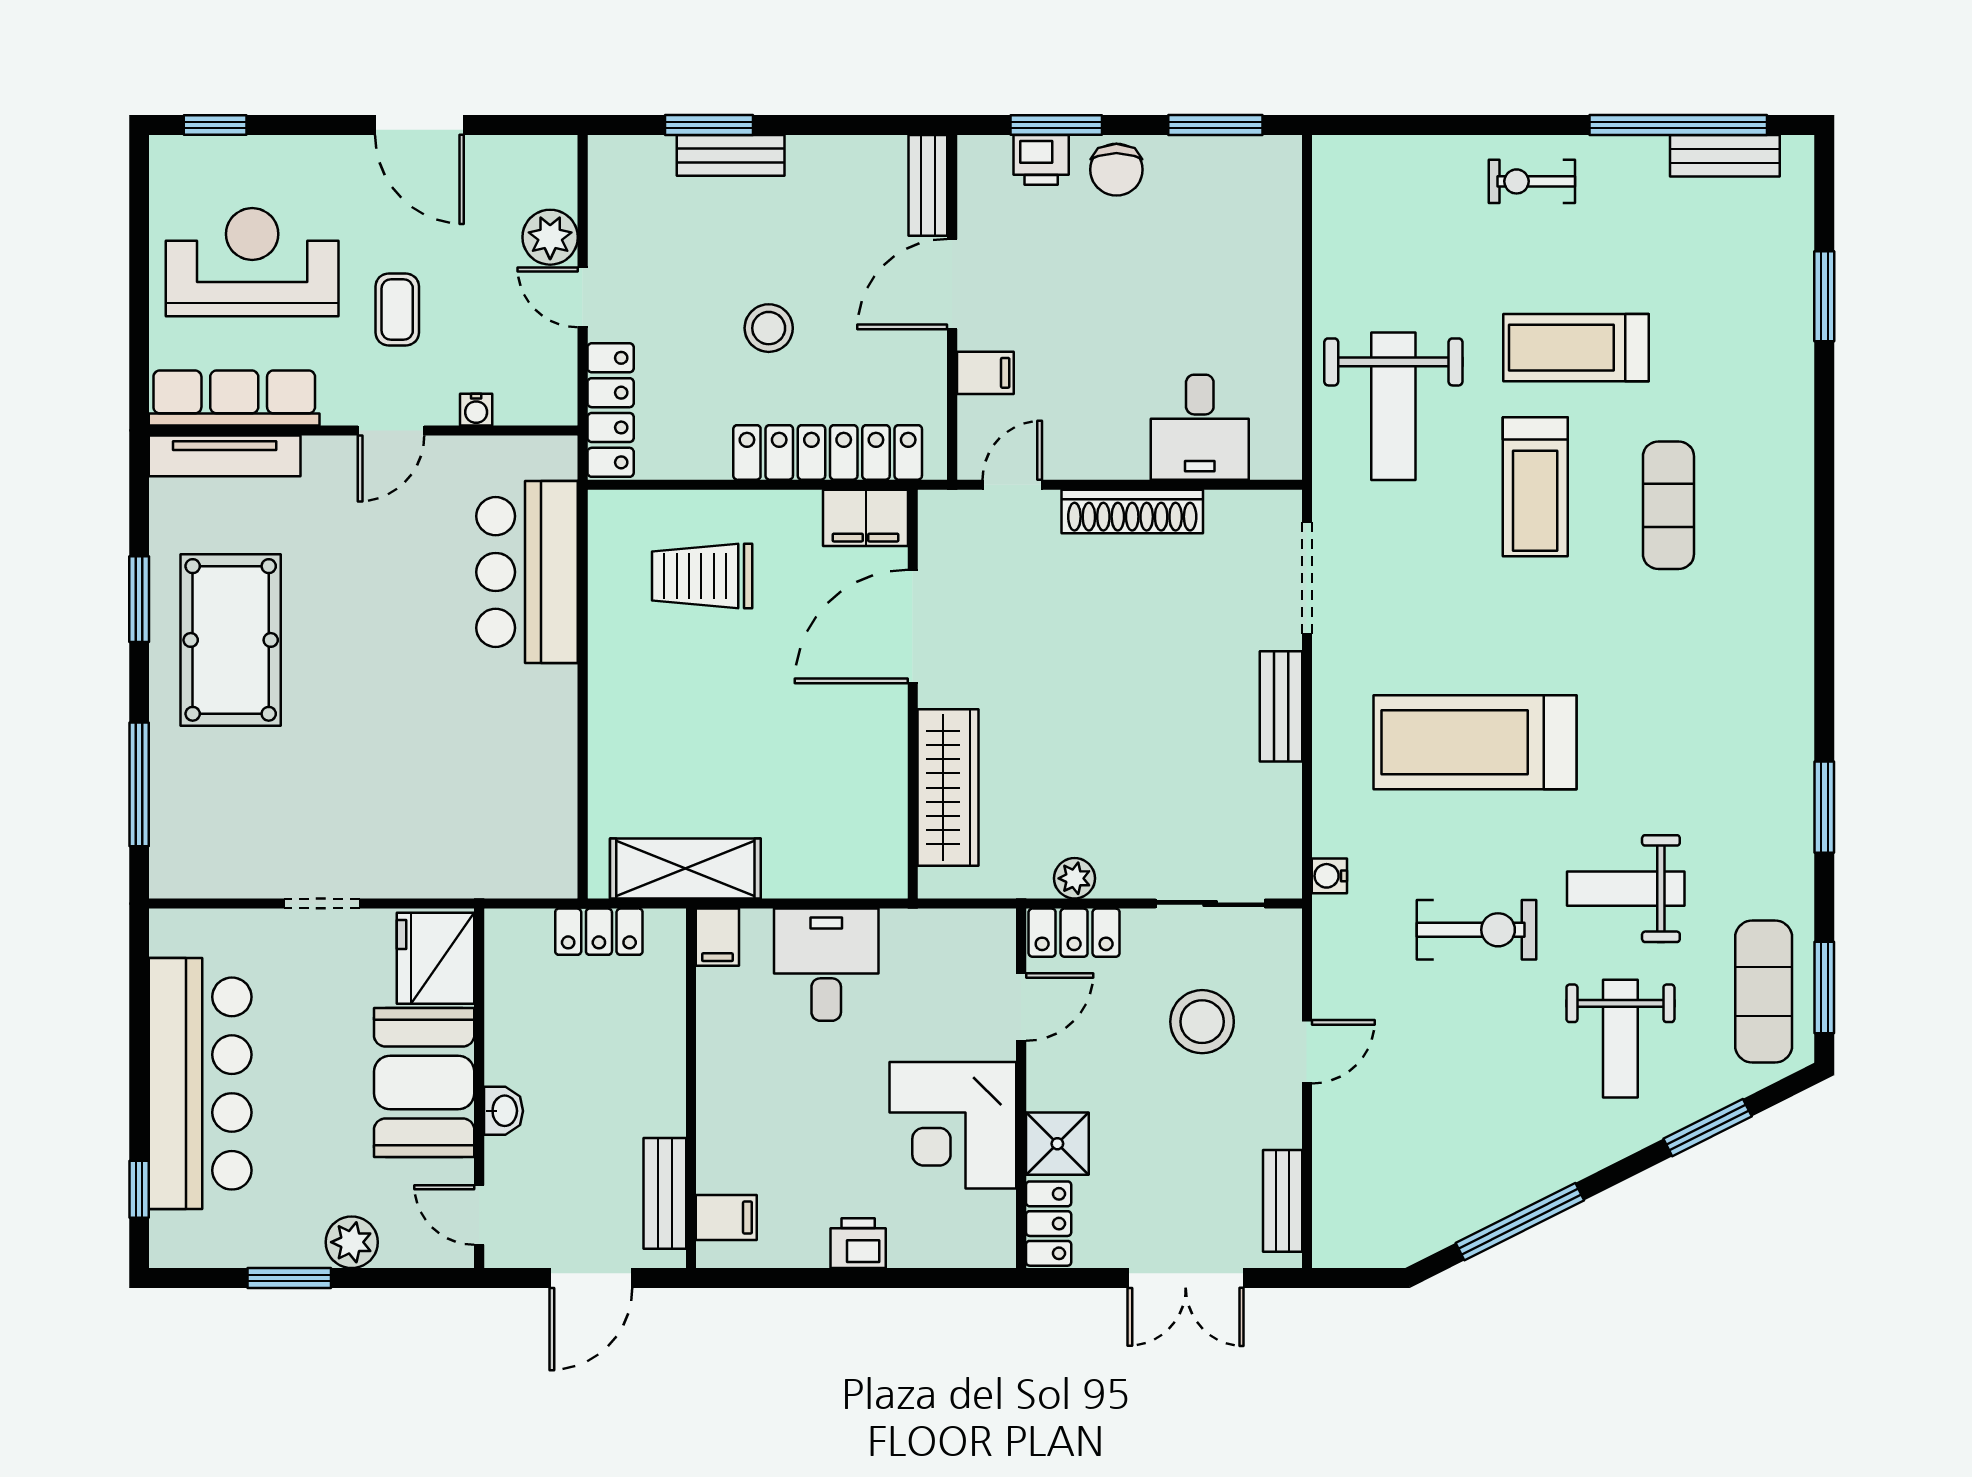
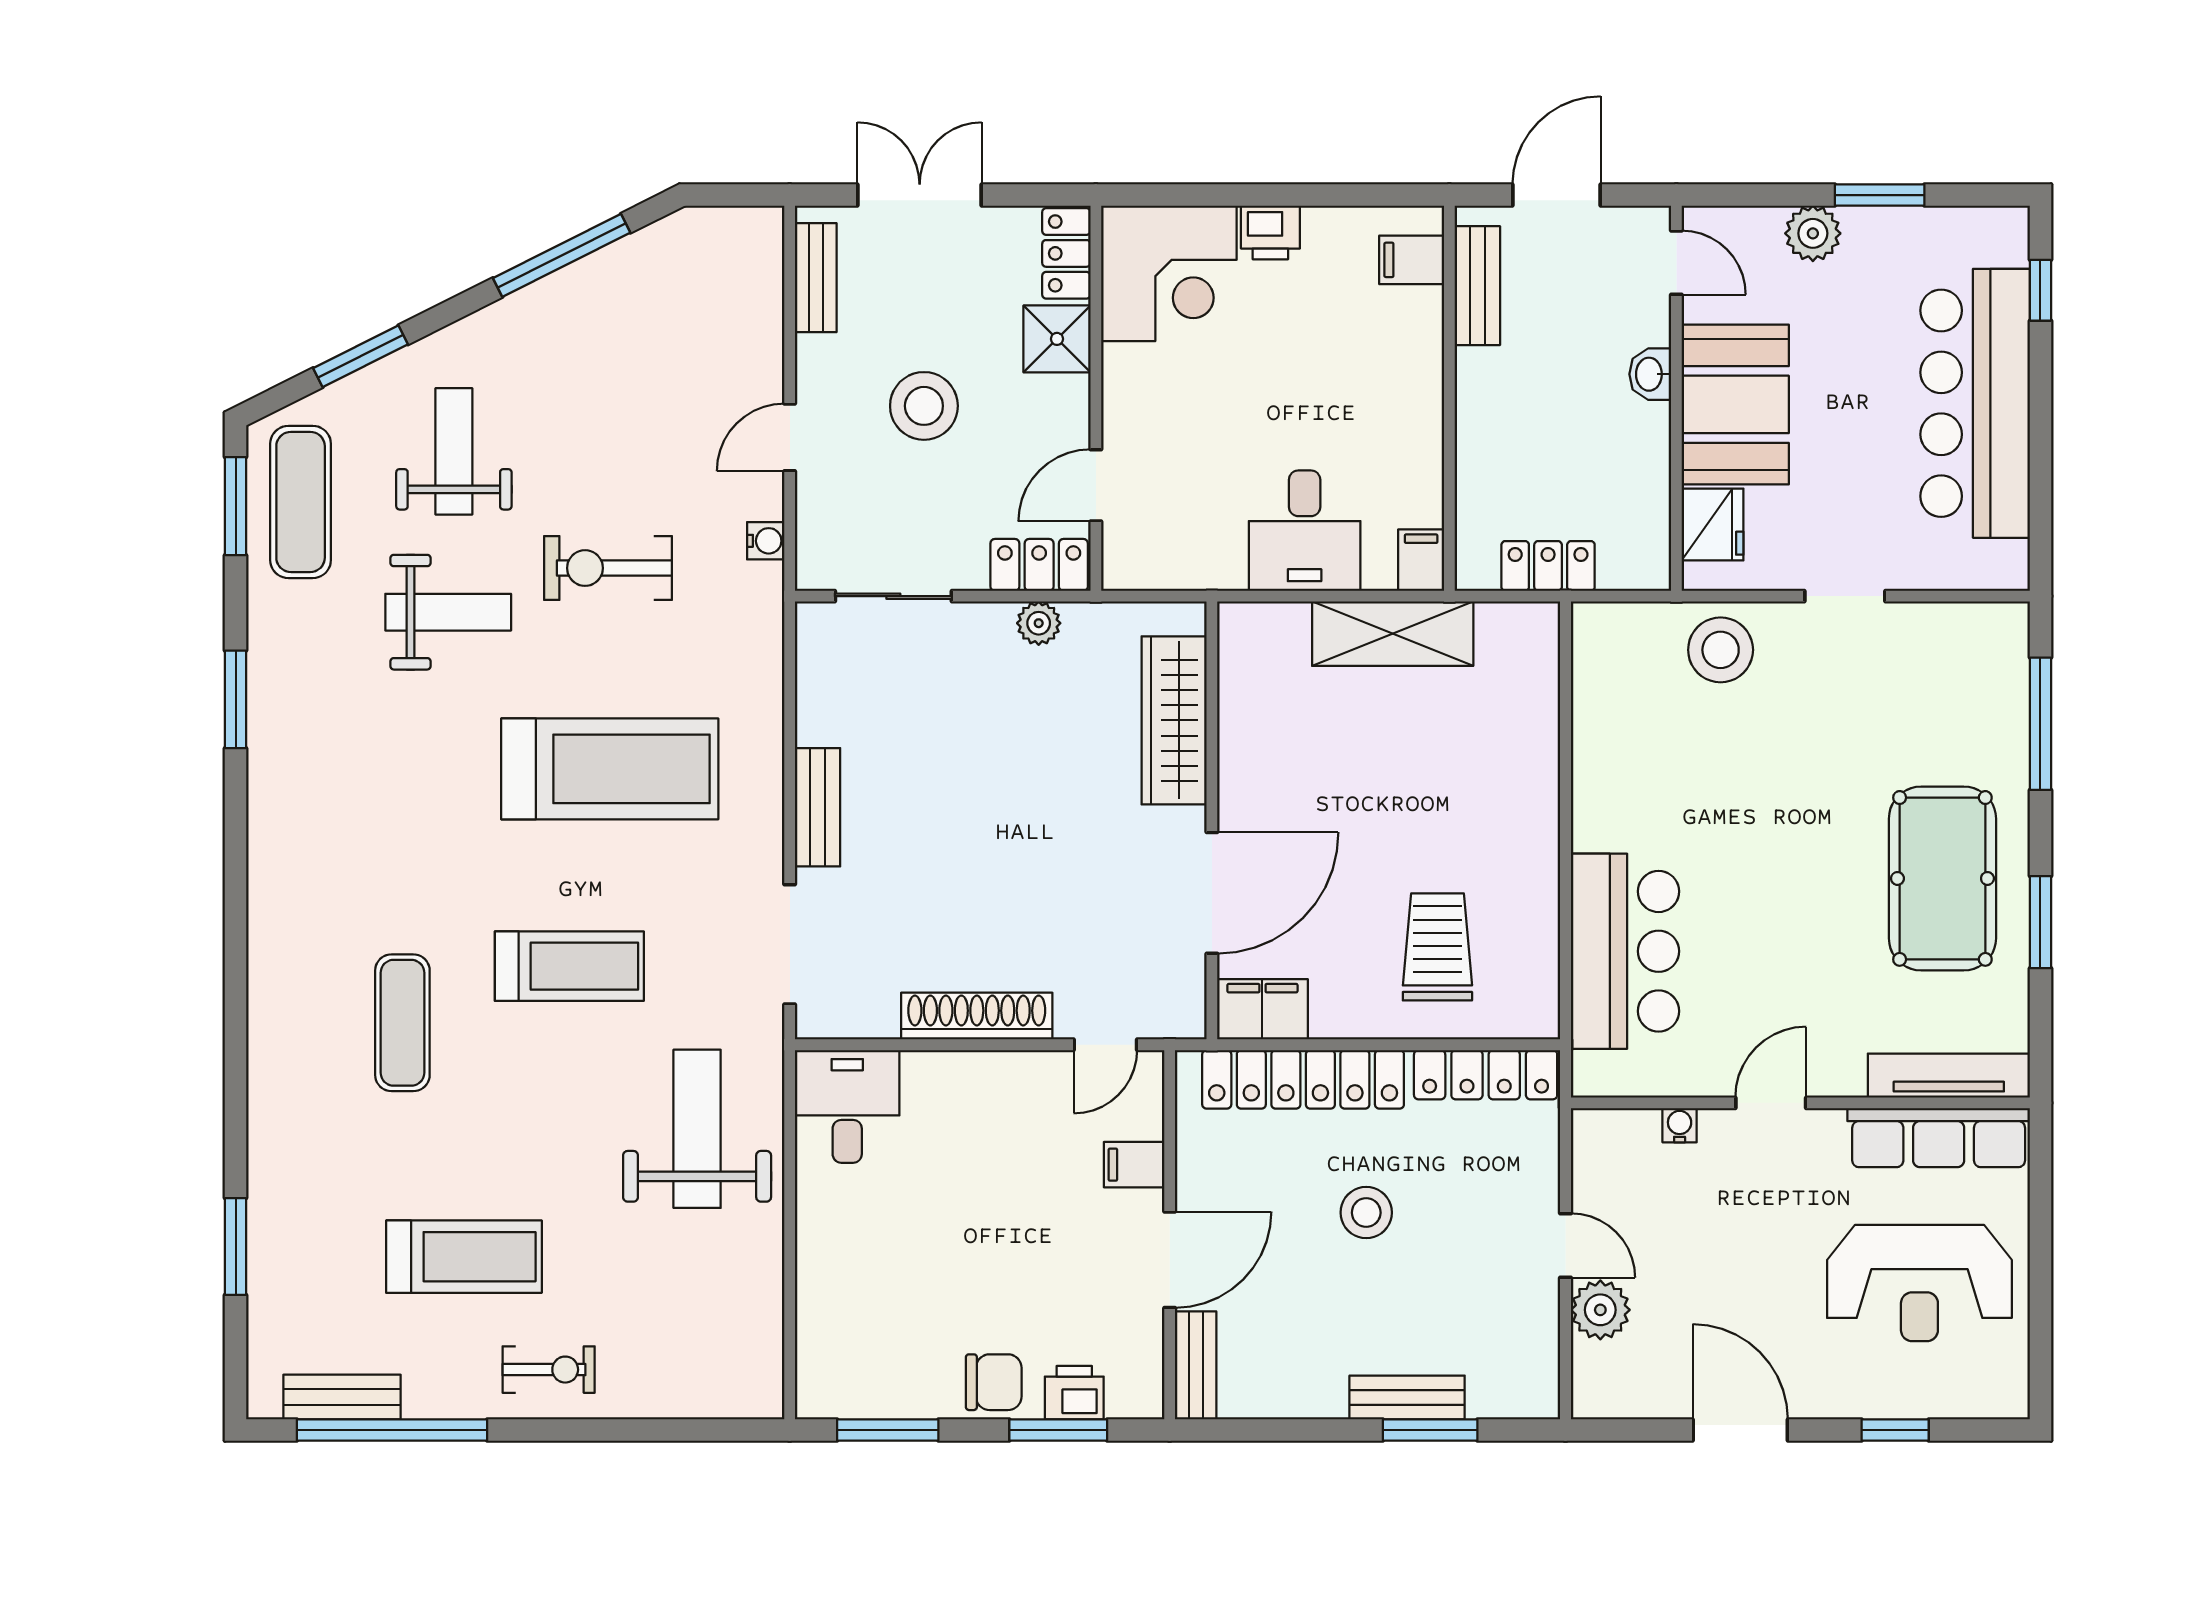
window: (215, 125) -> (1895, 1430), moved
chair: (1116, 170) -> (994, 1382), turned 90
coffee table: (397, 310) -> (1764, 1232), removed
treadmill: (1576, 348) -> (464, 1257), moved
locker: (611, 410) -> (1486, 1075), moved, turned -90
desk: (1200, 427) -> (847, 1106), moved
treadmill: (1535, 487) -> (569, 966), moved, turned 90
trolley: (702, 576) -> (1437, 947), turned -90
stool: (438, 853) -> (1721, 650), added
shelving: (685, 868) -> (1393, 634), moved
water cooler: (1329, 876) -> (766, 541), moved
fridge: (436, 958) -> (1713, 525), width x0.73, depth x0.75
stool: (1202, 1022) -> (924, 406), moved
corner desk: (953, 1125) -> (1169, 273), moved, turned 90

